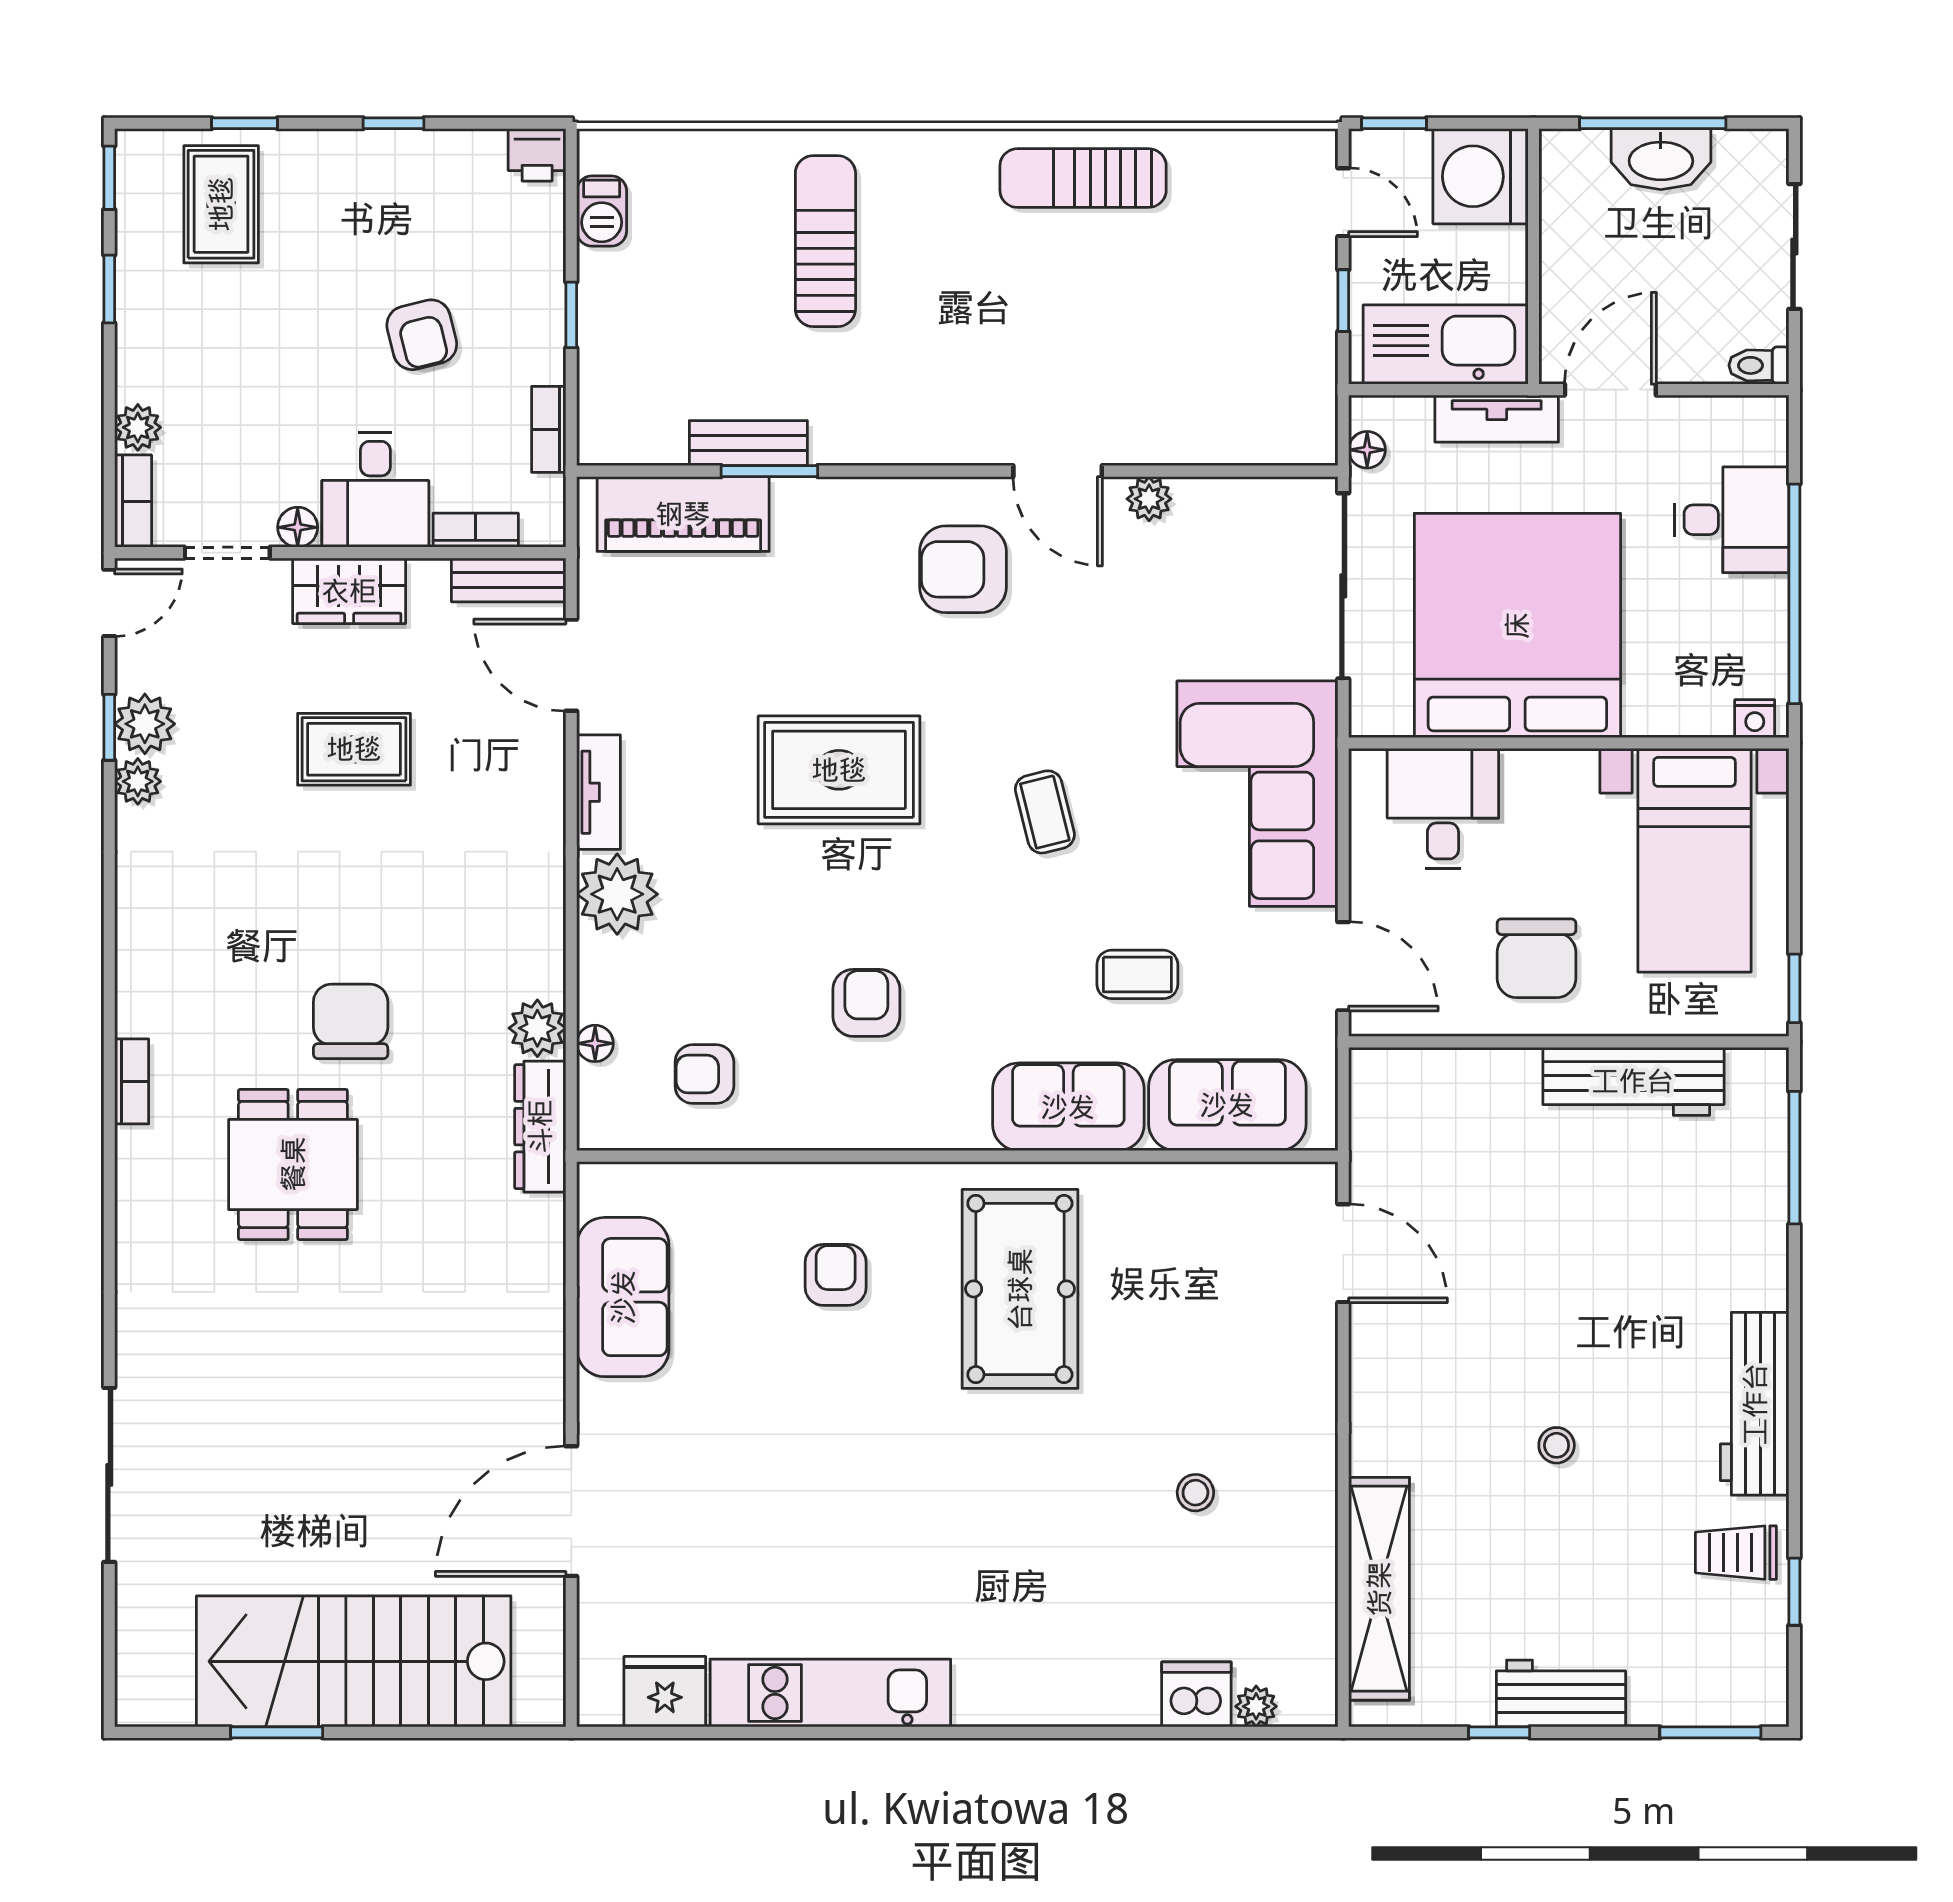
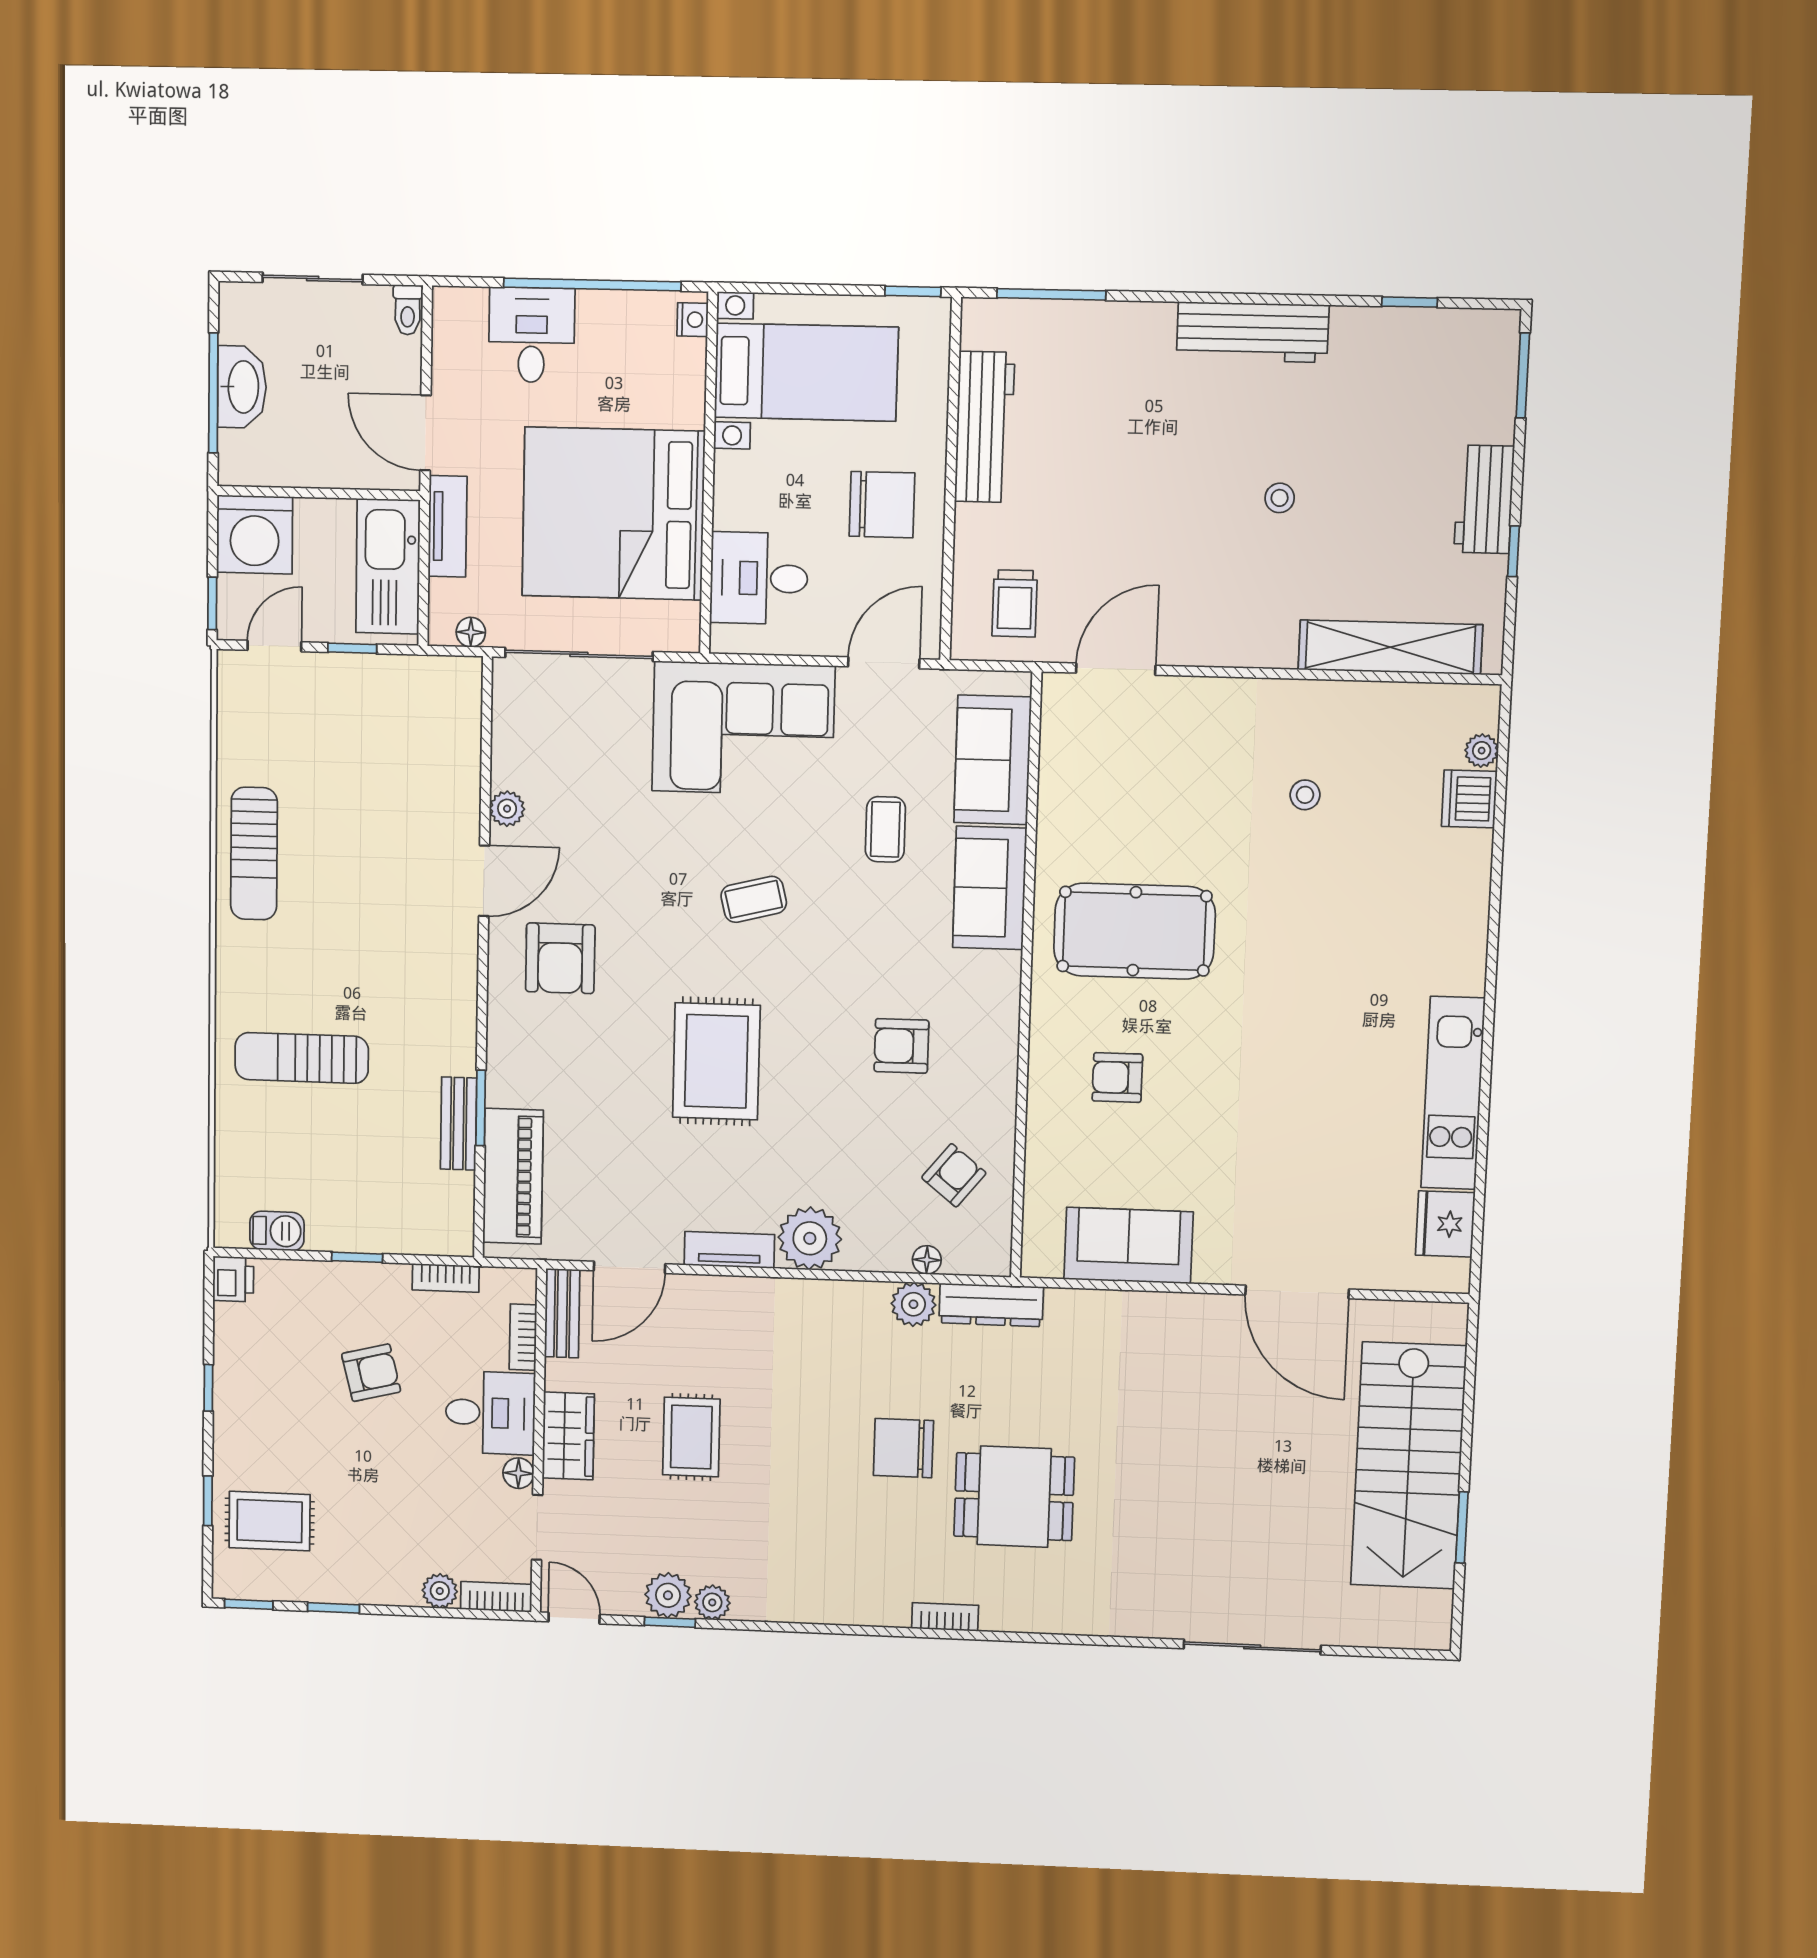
armchair: (704, 1074) -> (954, 1175), turned -141
trolley: (1736, 1553) -> (1015, 603), moved

